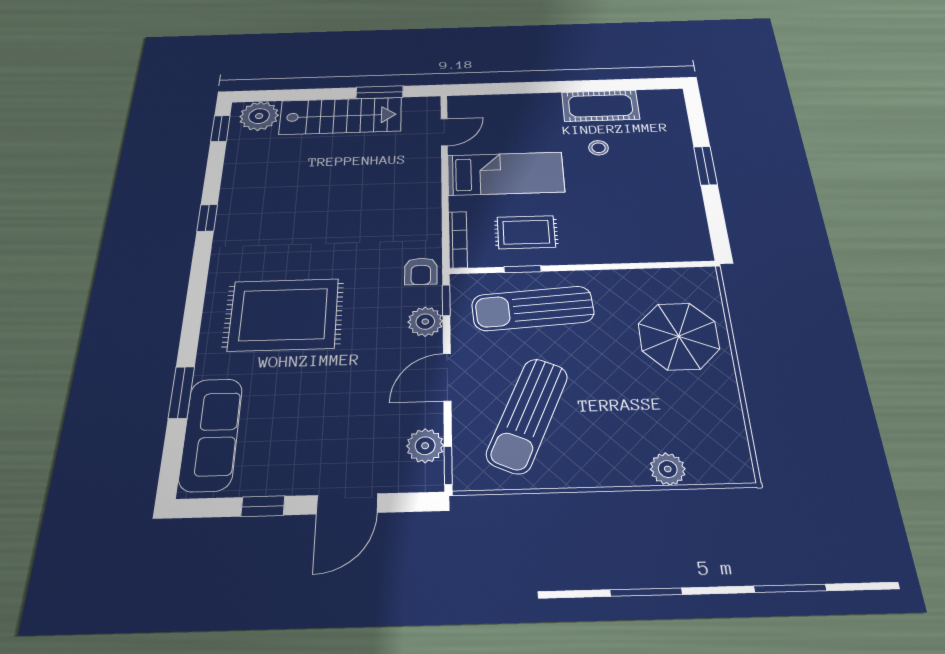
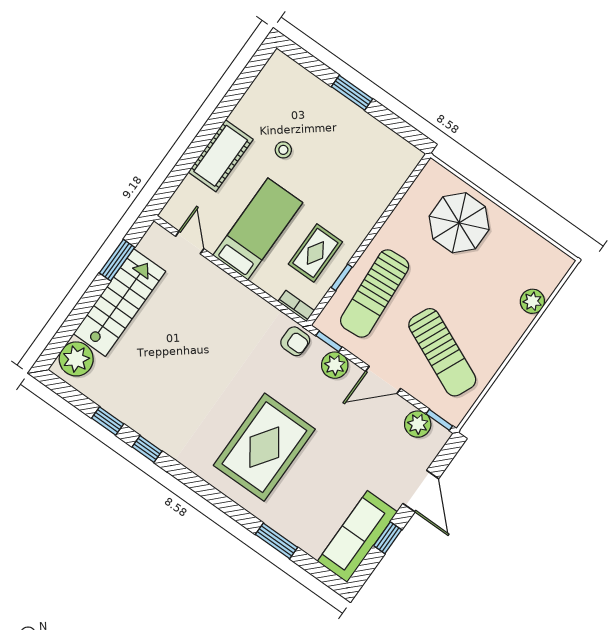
cot: (600, 106) -> (221, 156), moved
window: (220, 129) -> (108, 421), moved
bookcase: (458, 239) -> (296, 306), width x0.64
door: (447, 377) -> (383, 380), hinge flipped
sofa: (211, 434) -> (357, 537), moved, turned -90

